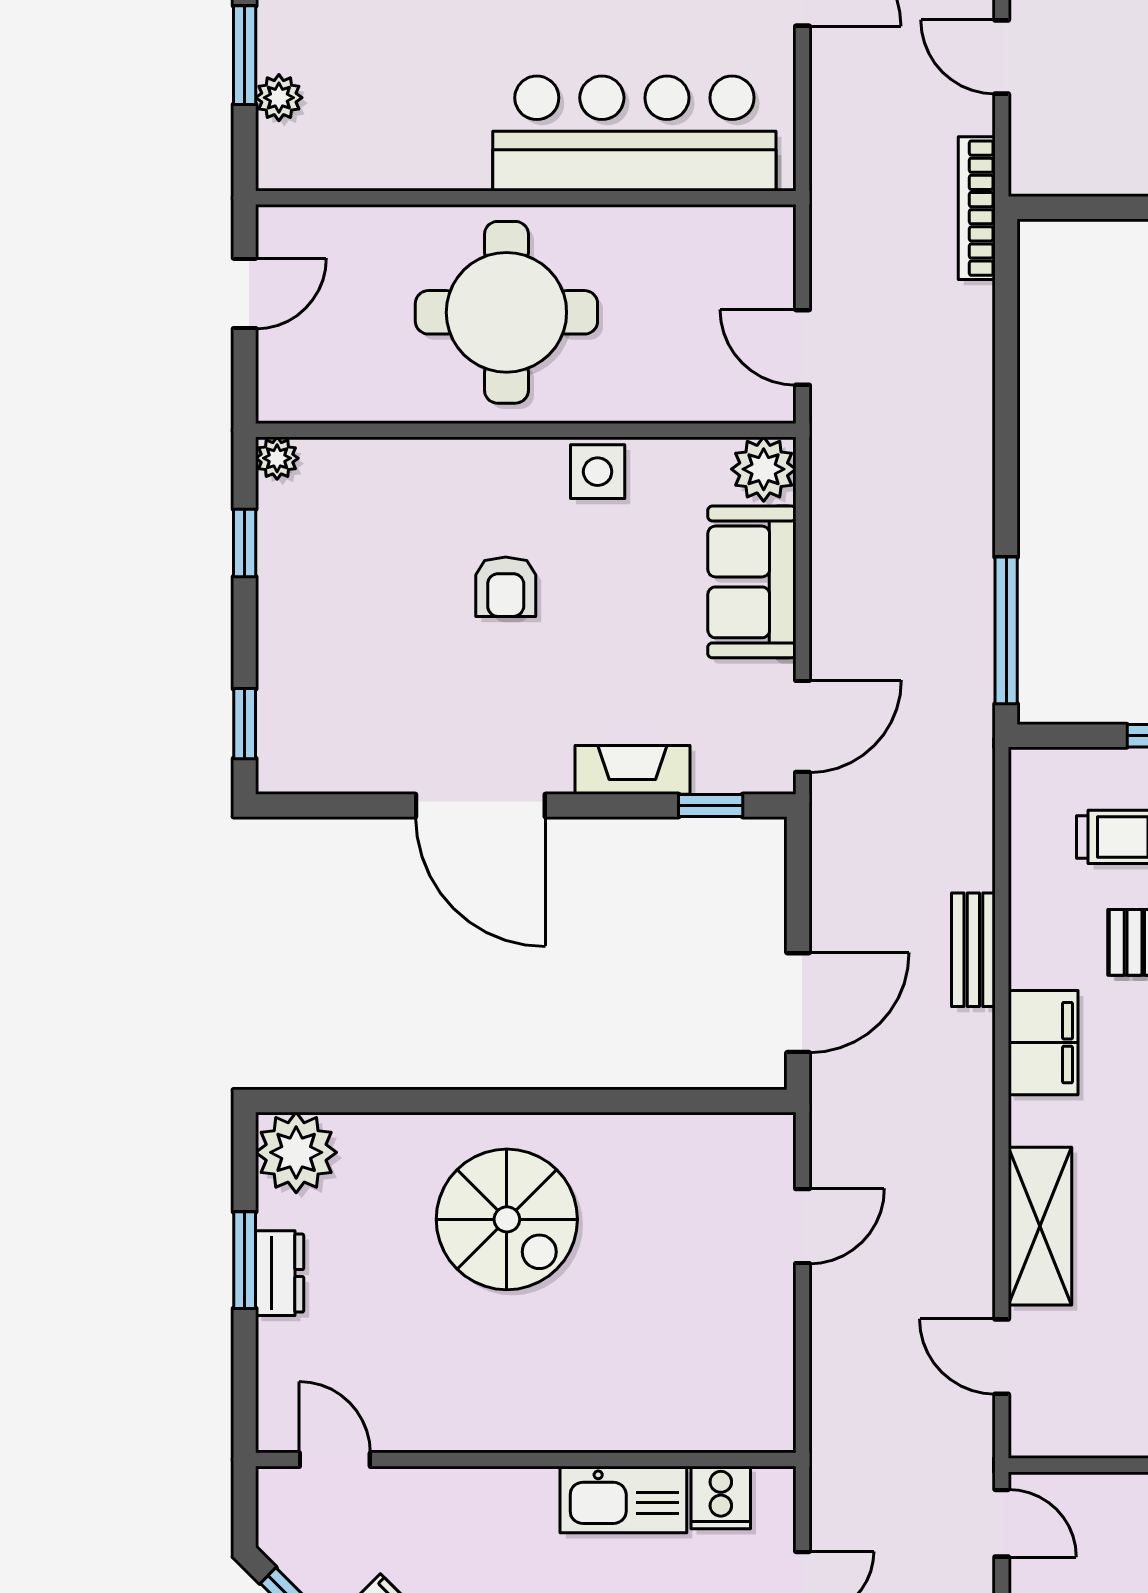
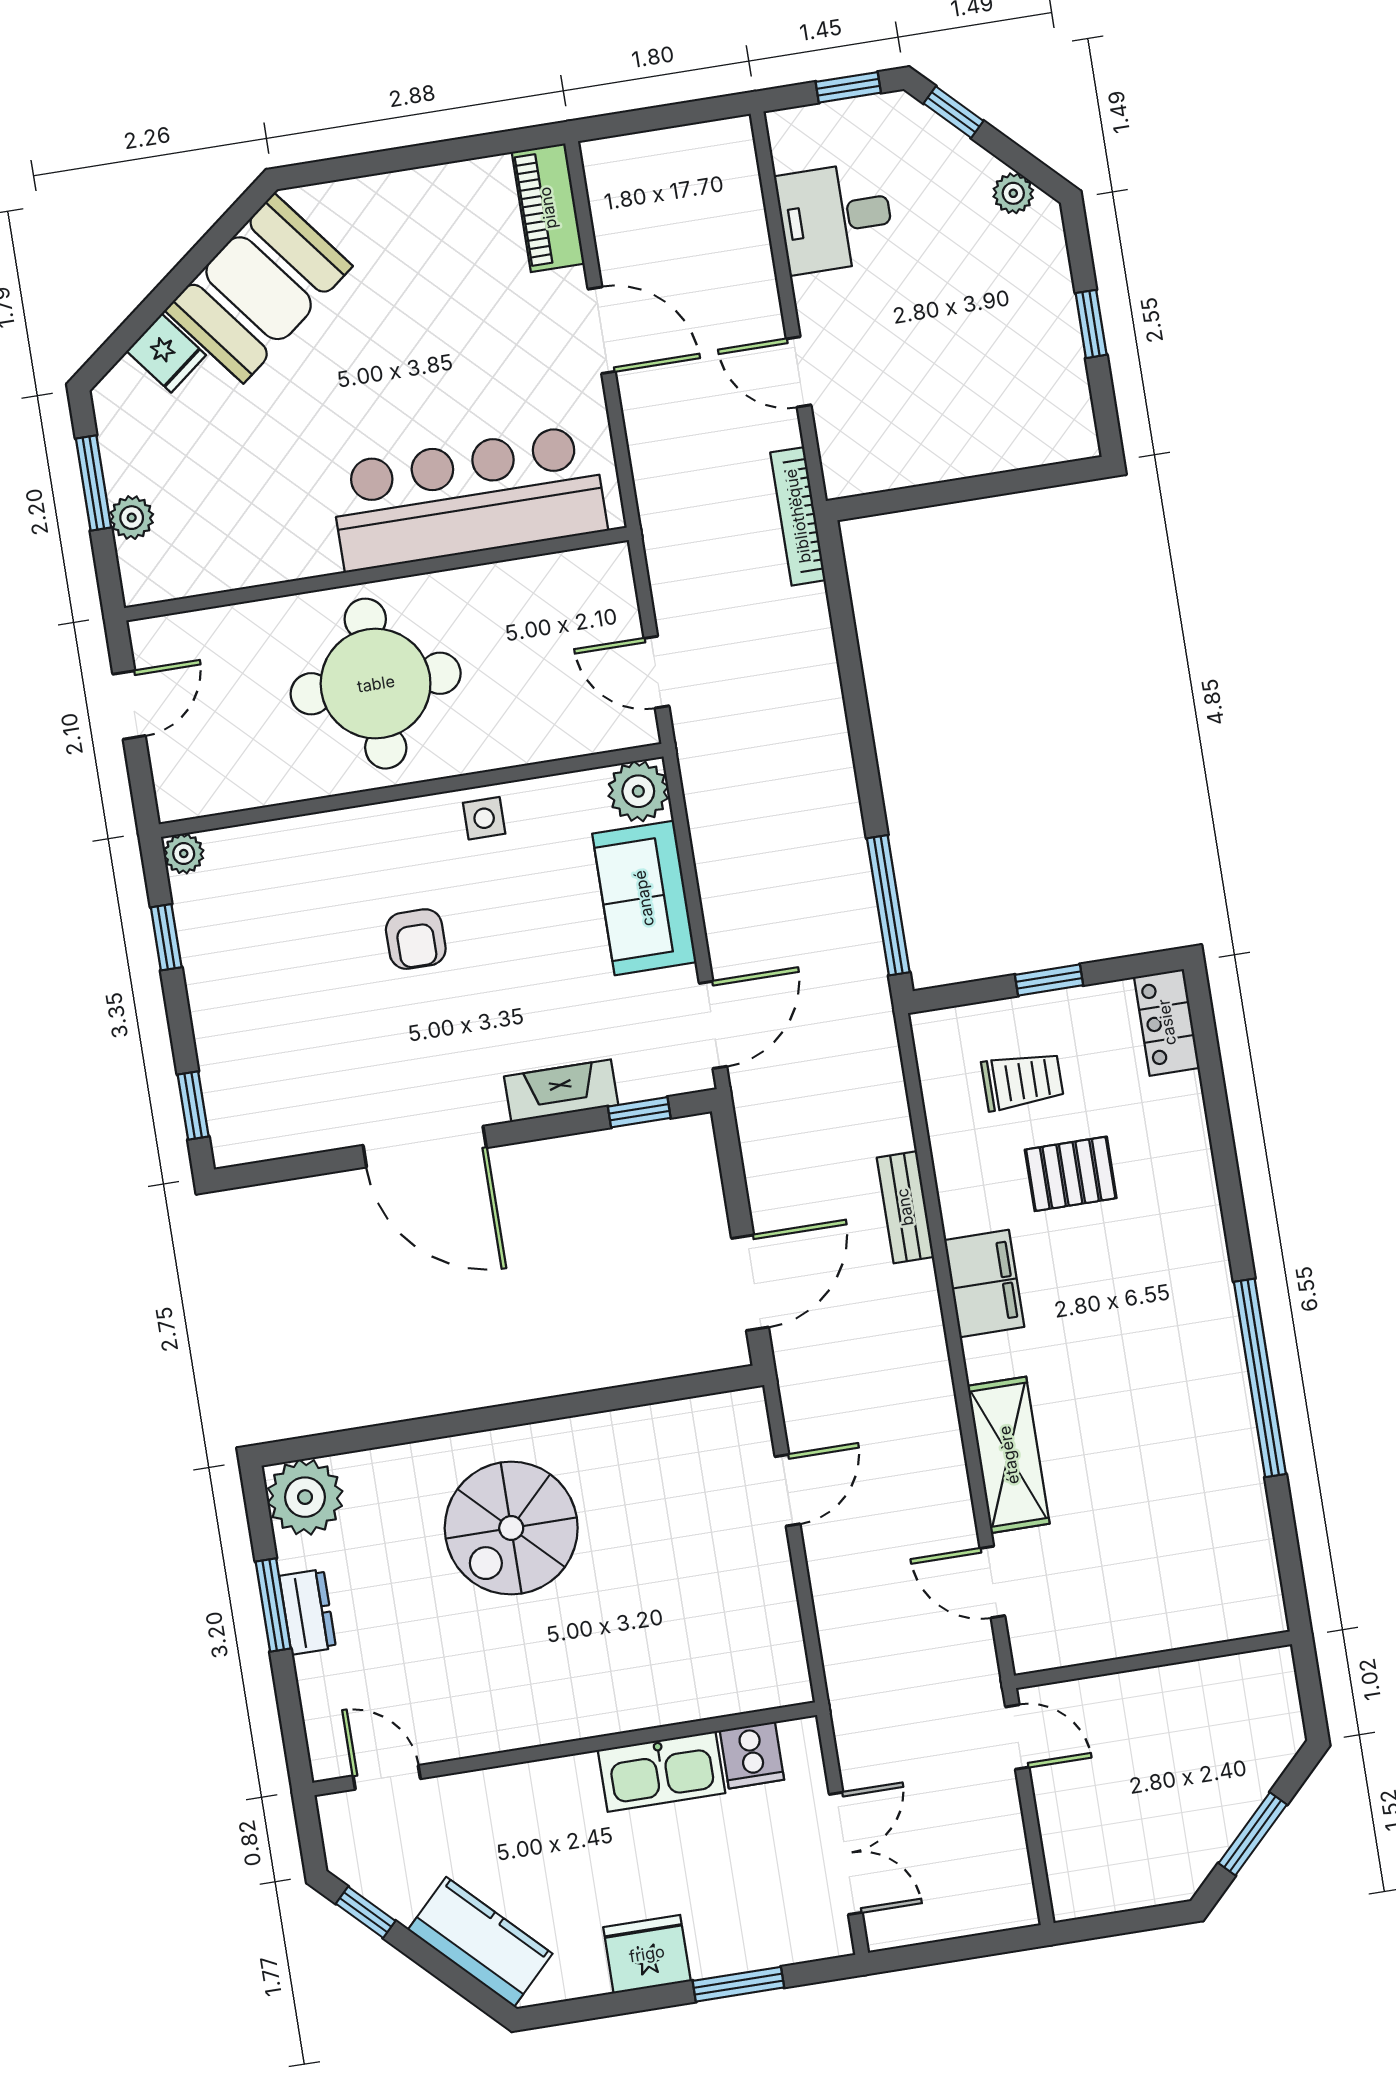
side table: (598, 472) -> (484, 818), width x0.73, depth x0.73
spiral stairs: (507, 1219) -> (511, 1528), turned 90

